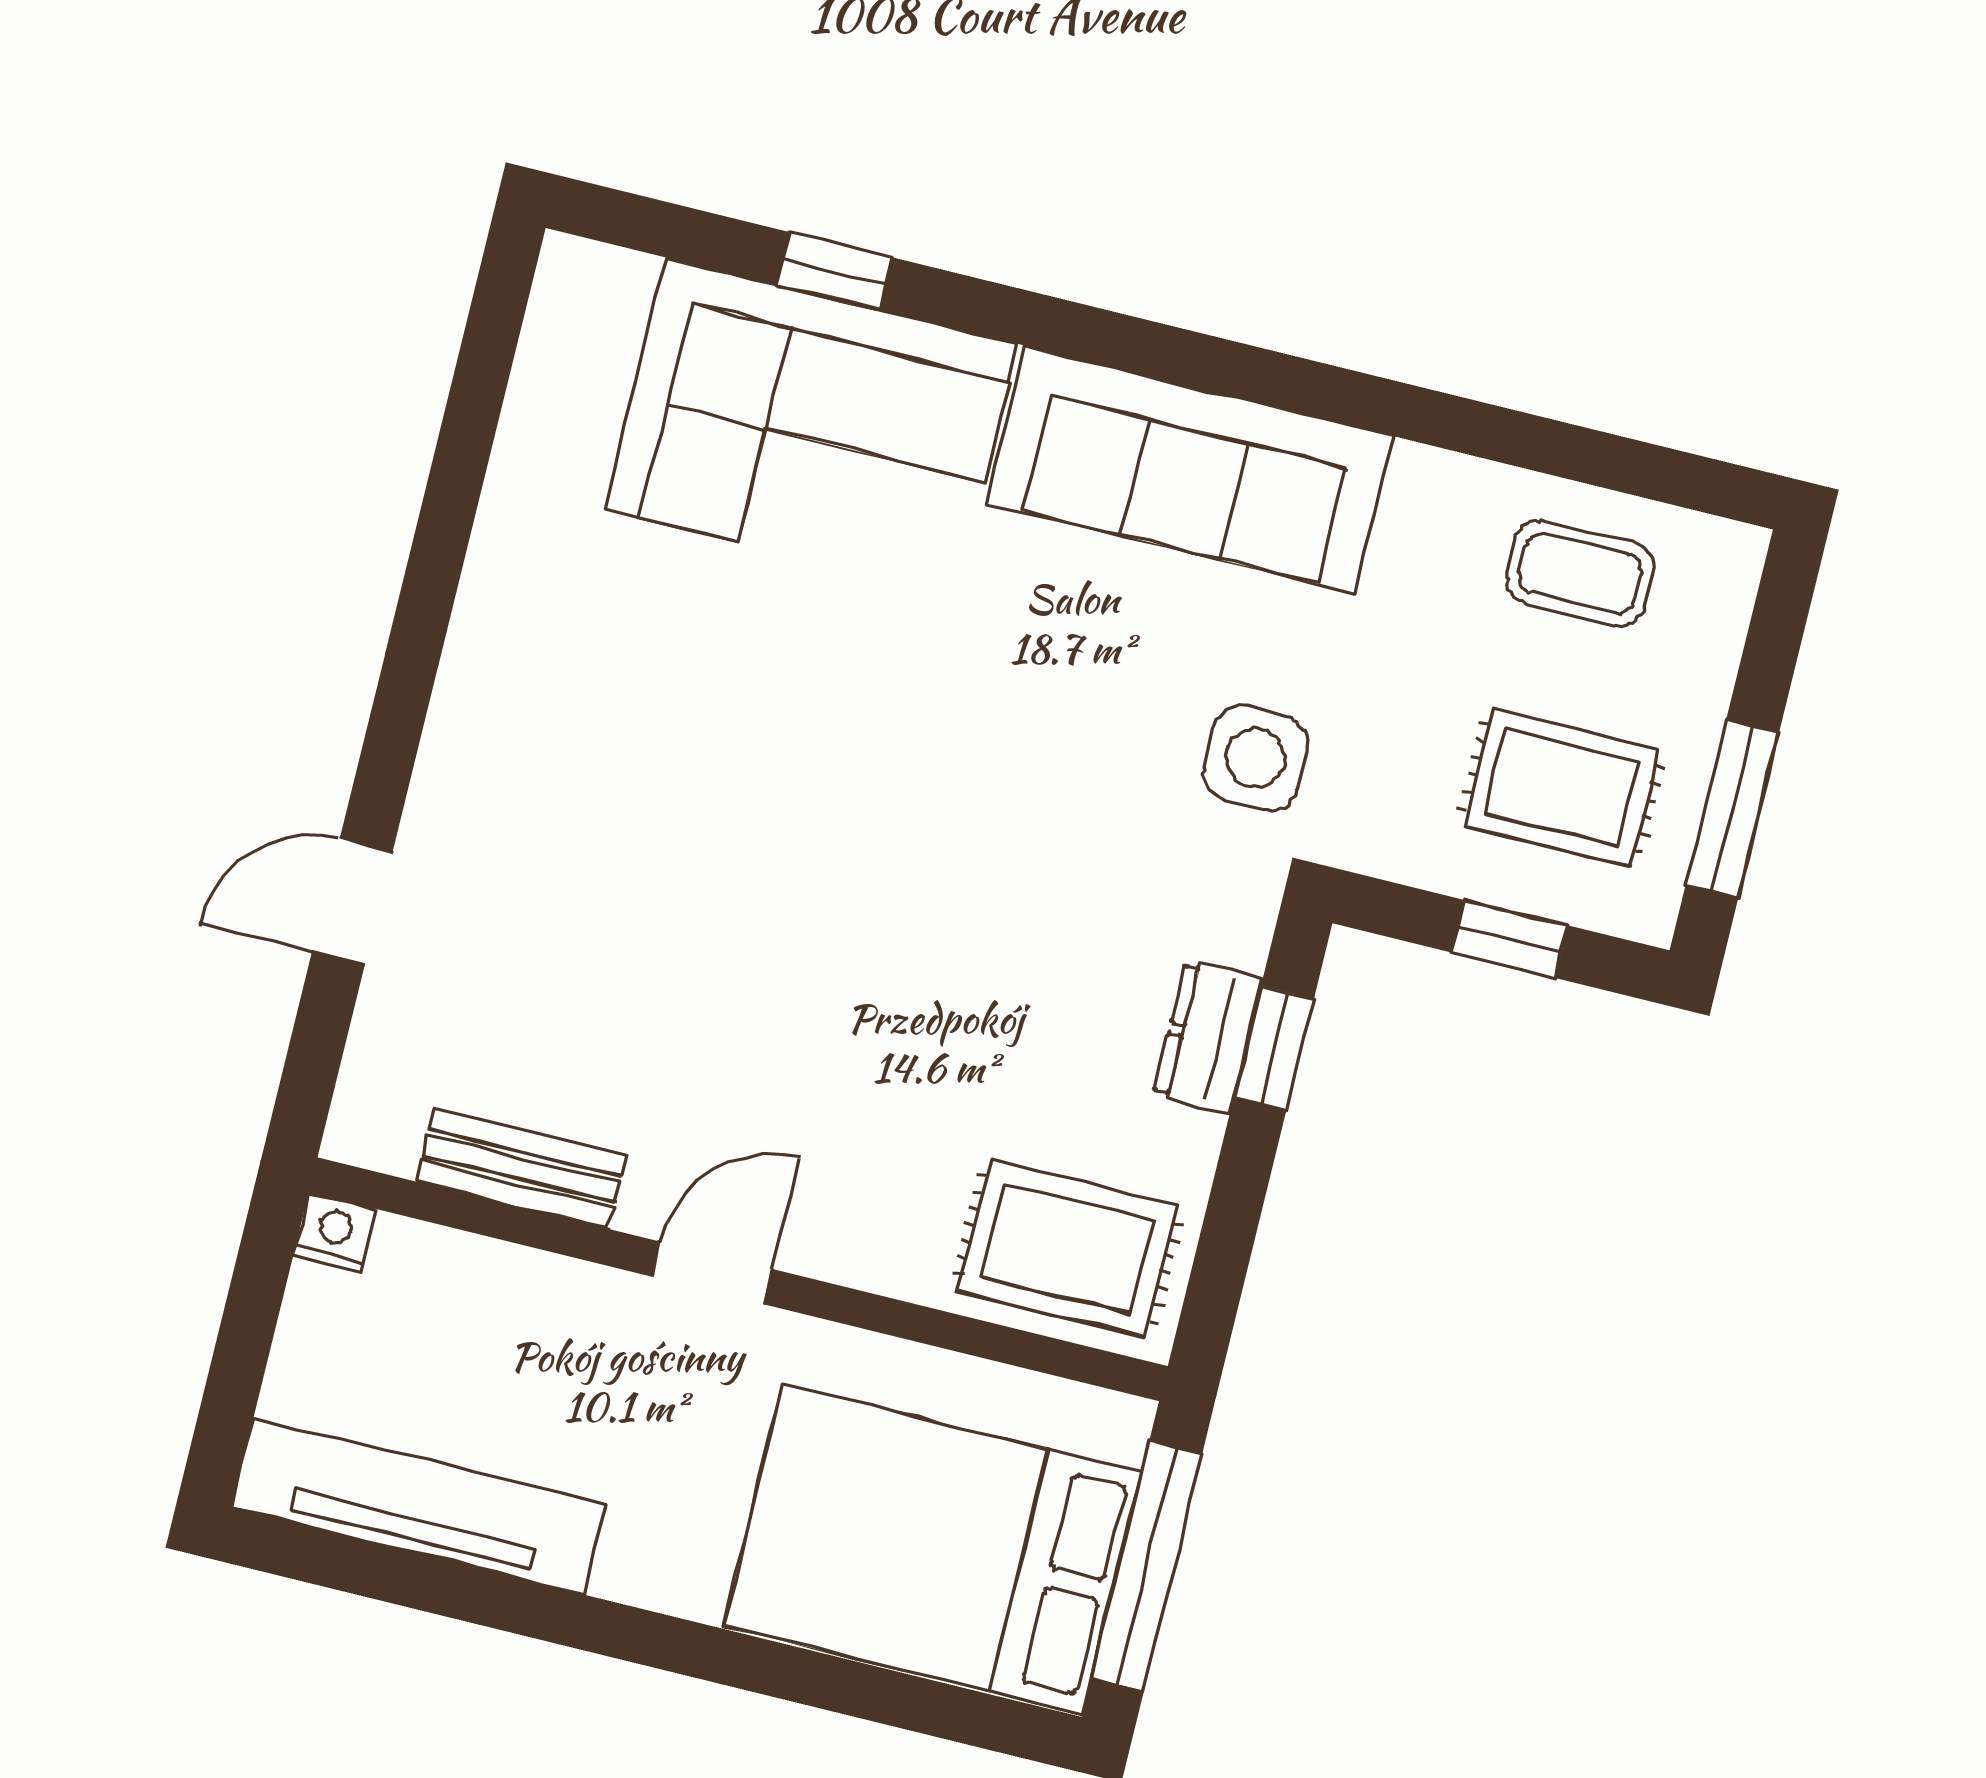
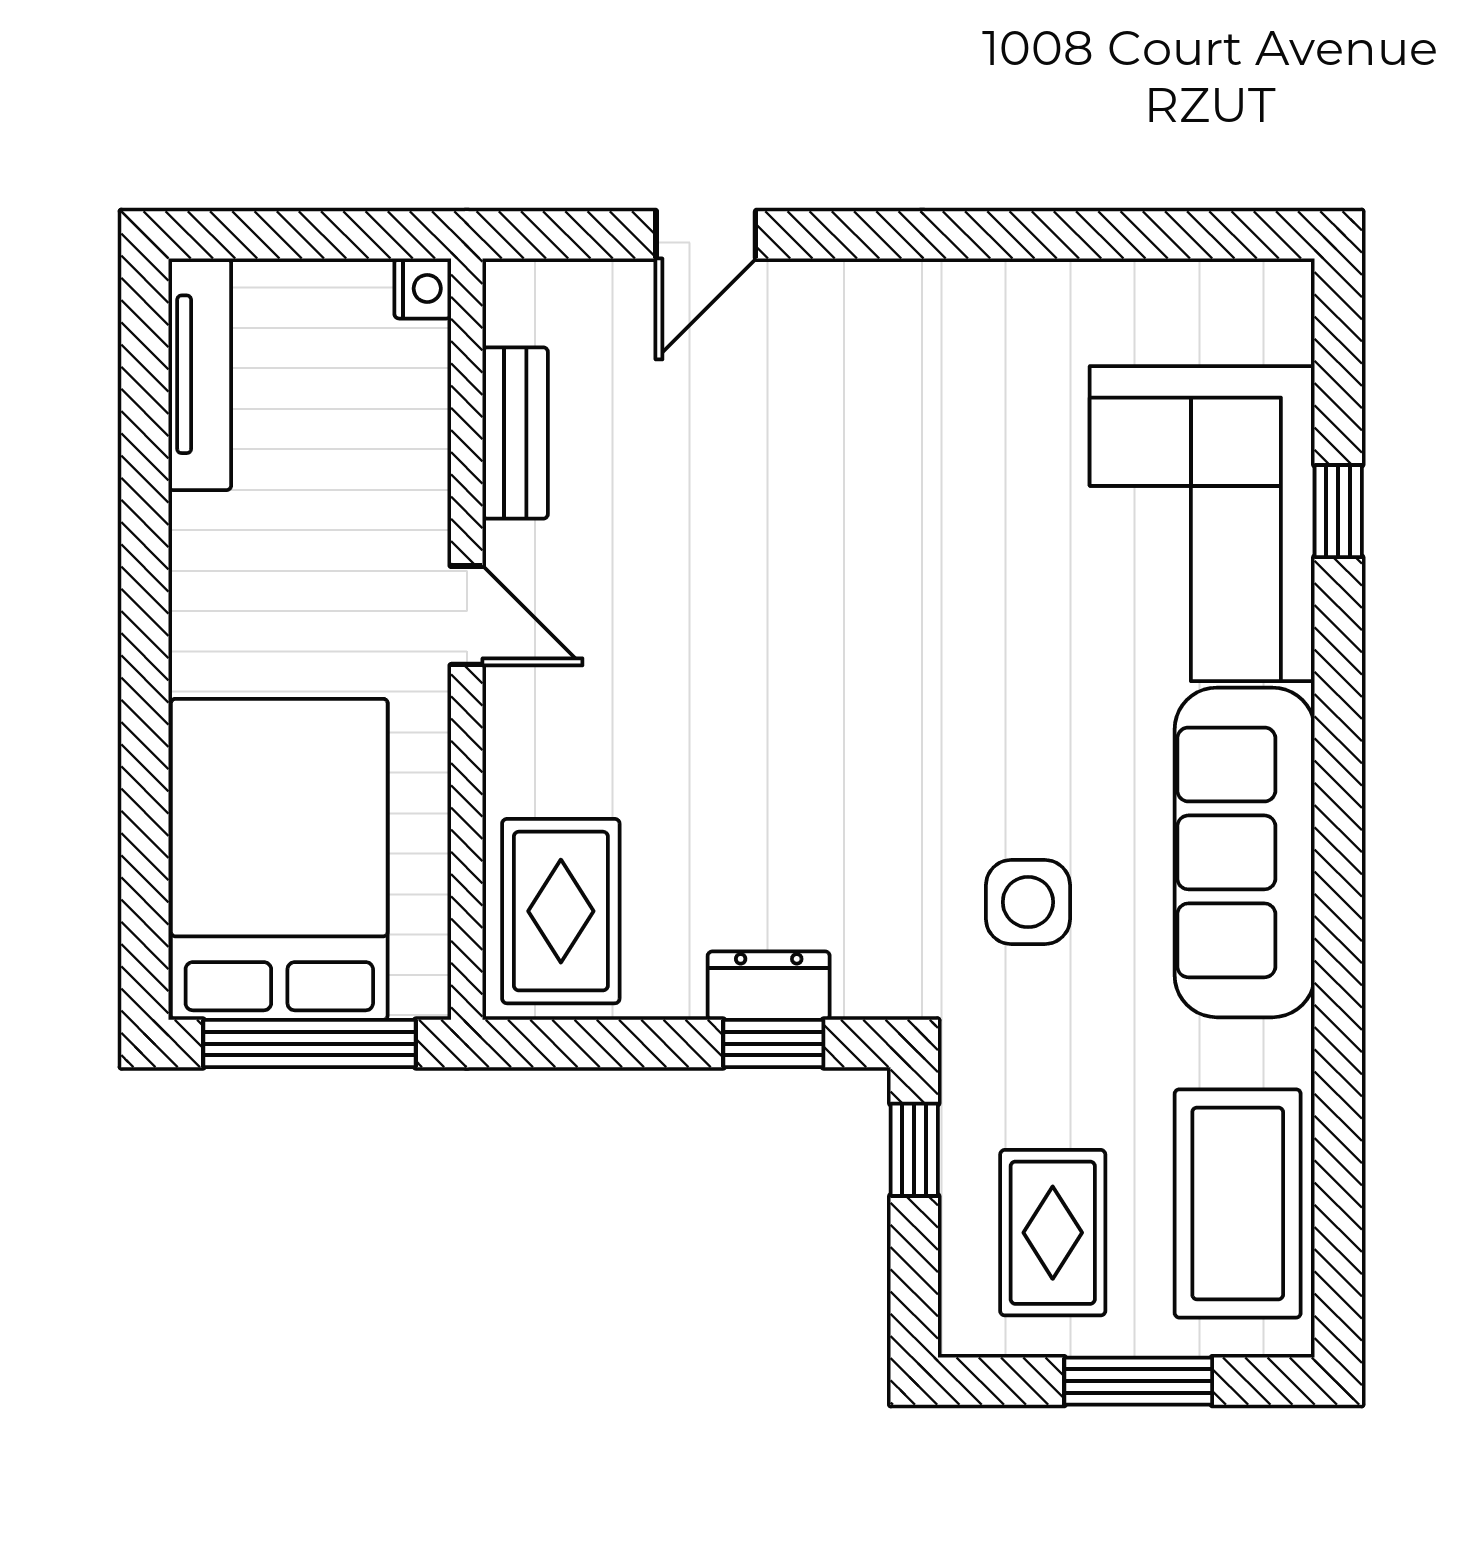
coffee table: (1580, 573) -> (1238, 1203), width x1.86, depth x1.72
side table: (1256, 758) -> (1028, 902), moved
window: (1732, 808) -> (1138, 1381), moved
door: (352, 901) -> (706, 235), swing flipped
window: (1510, 939) -> (914, 1150), moved
tv unit: (418, 1506) -> (200, 374), width x0.73, depth x0.78

